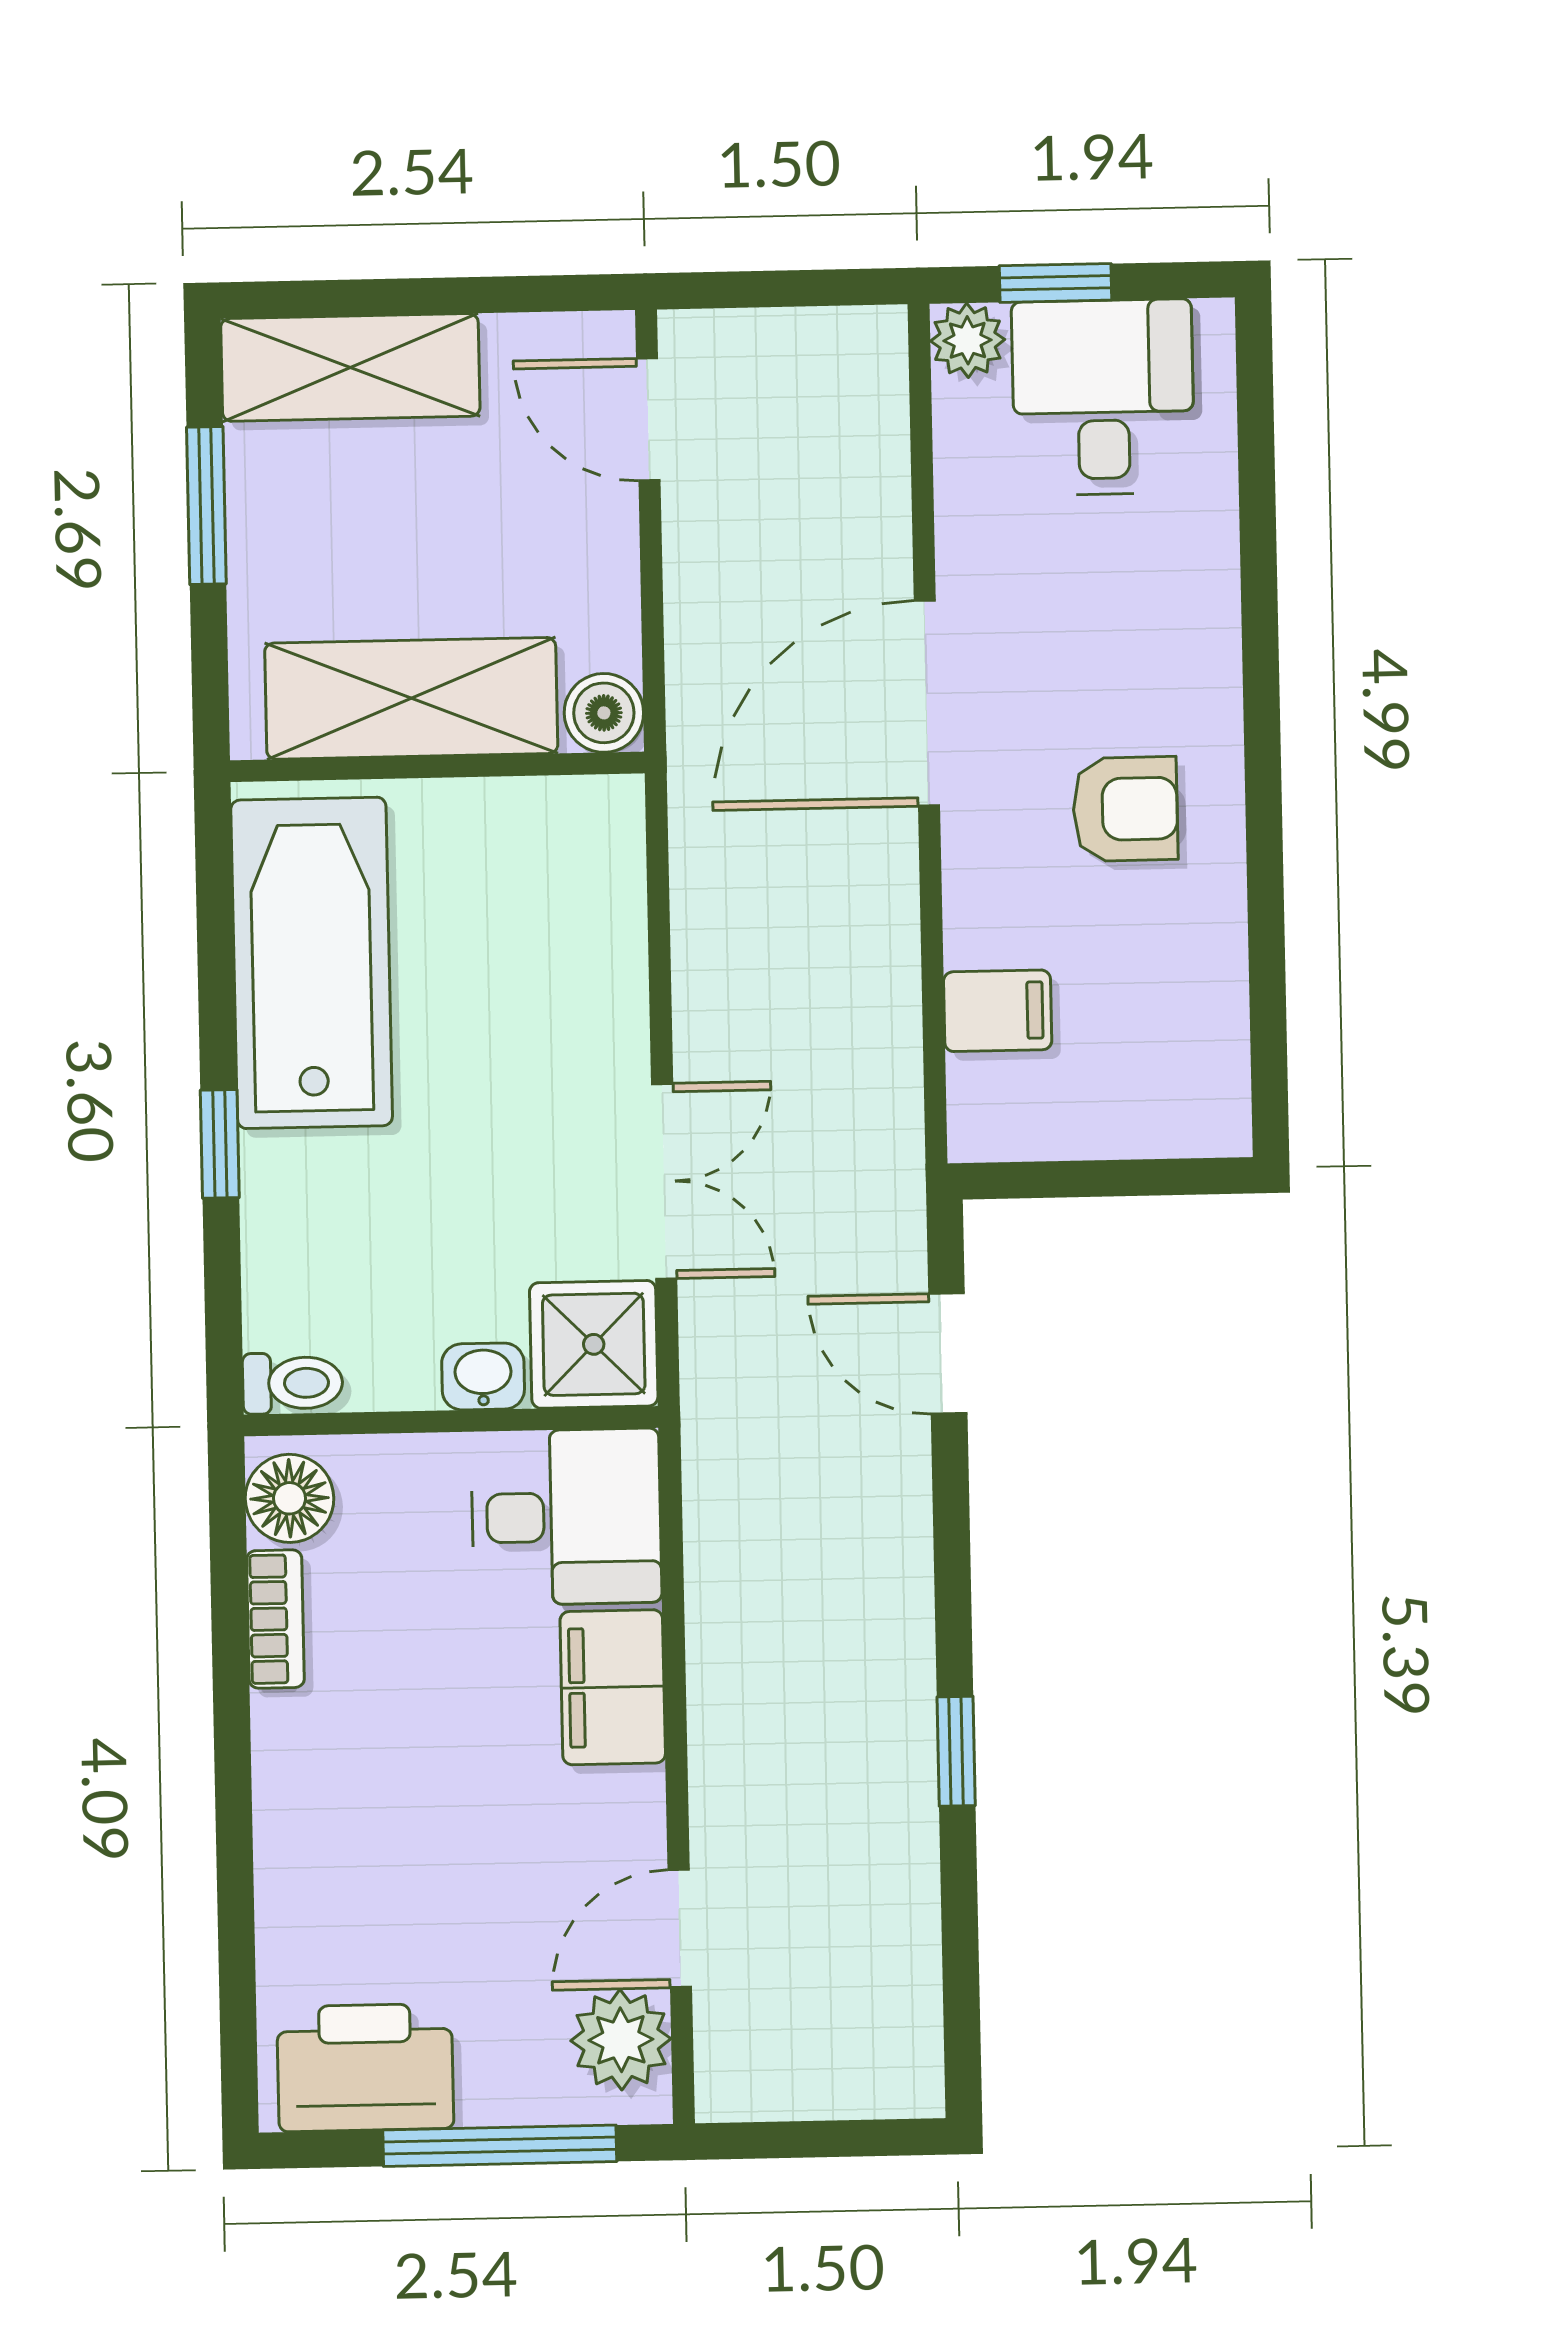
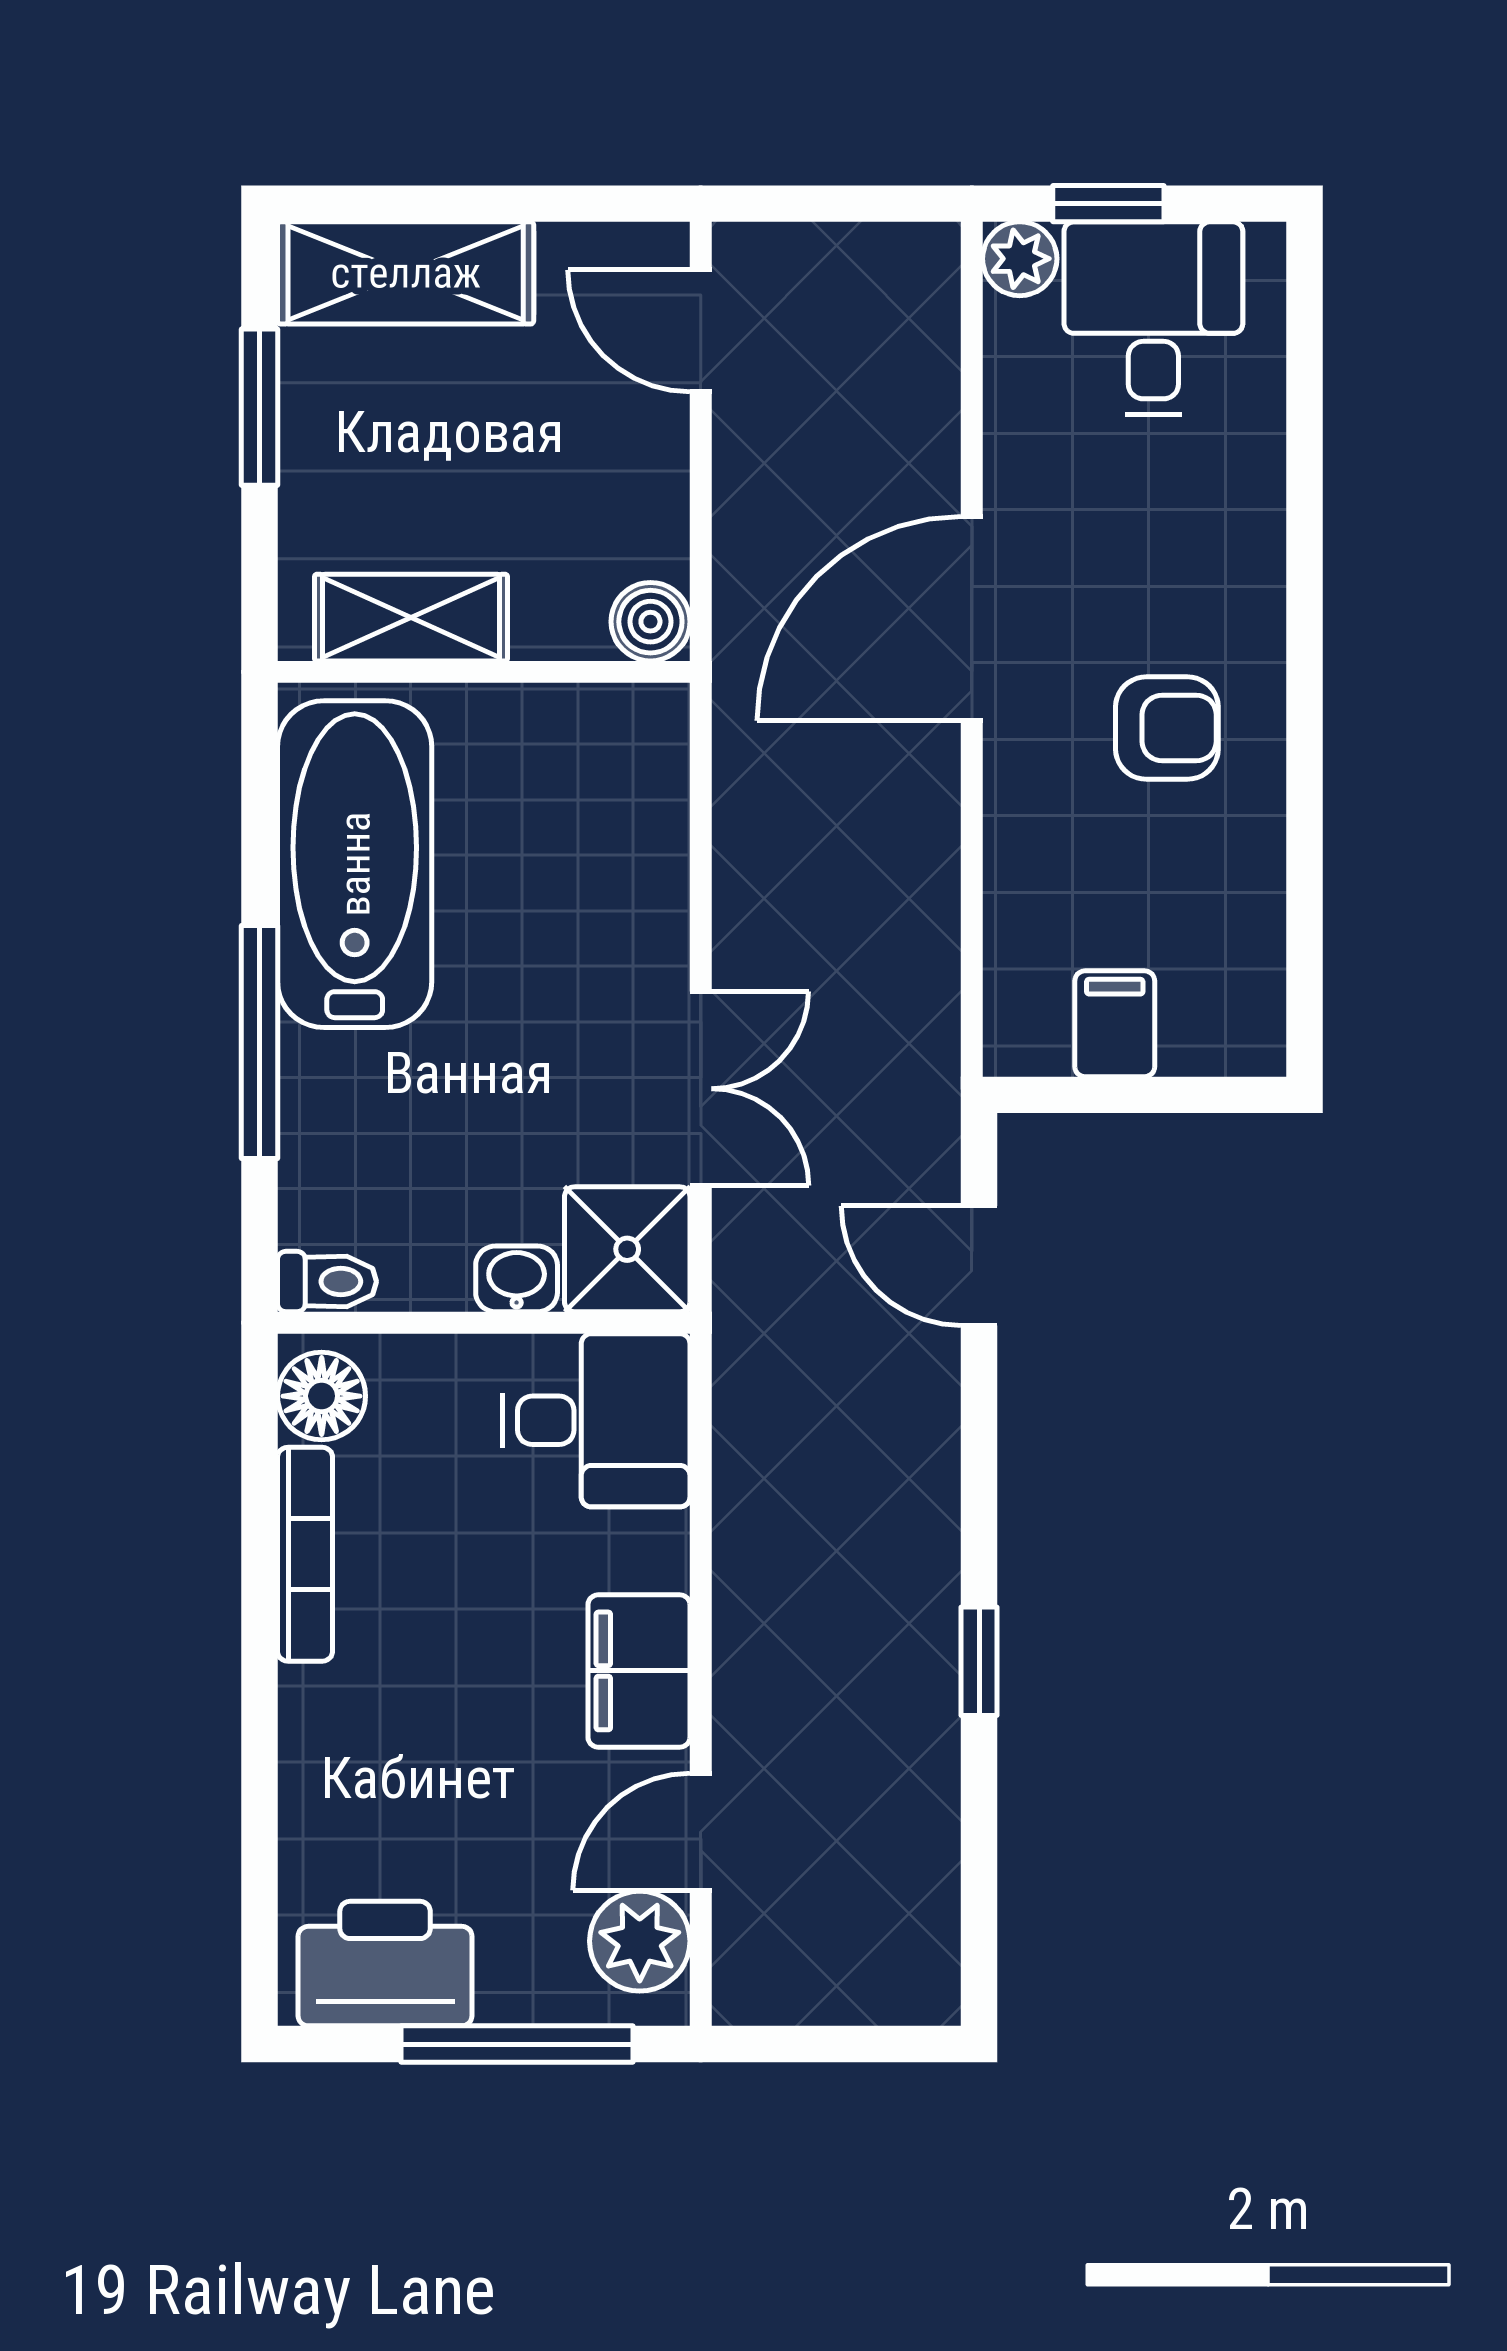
shelving: (411, 698) -> (411, 618), width x0.67, depth x0.75
filing cabinet: (998, 1011) -> (1115, 1024), moved, turned -90
window: (220, 1144) -> (260, 1042), width x2.17
bookcase: (275, 1619) -> (305, 1554), width x1.56
filing cabinet: (613, 1687) -> (639, 1671), moved

